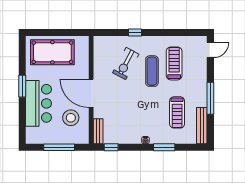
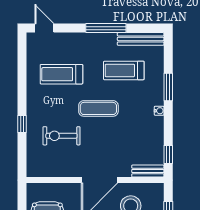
exercise bike: (126, 63) -> (61, 136), turned 152
exercise mat: (152, 71) -> (98, 108), moved
treadmill: (177, 112) -> (124, 70), turned 180

